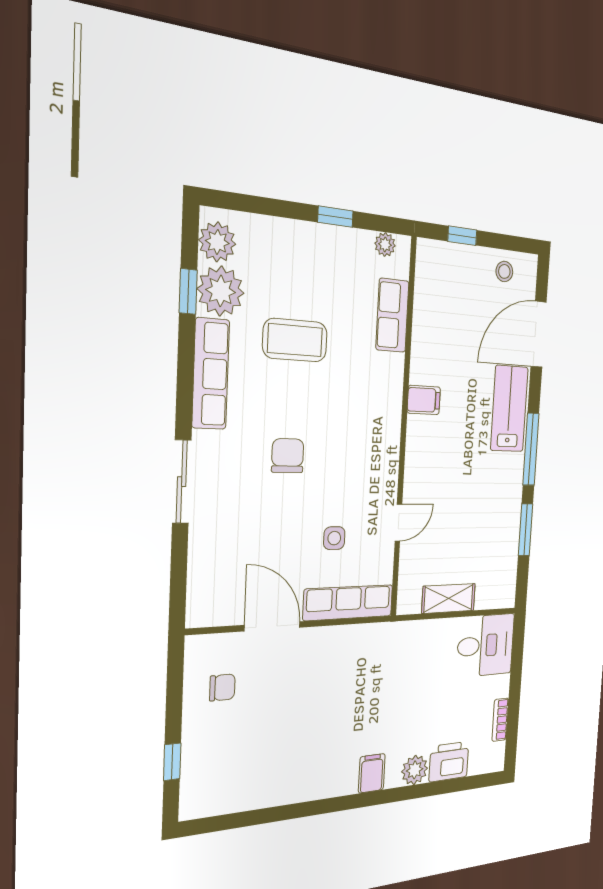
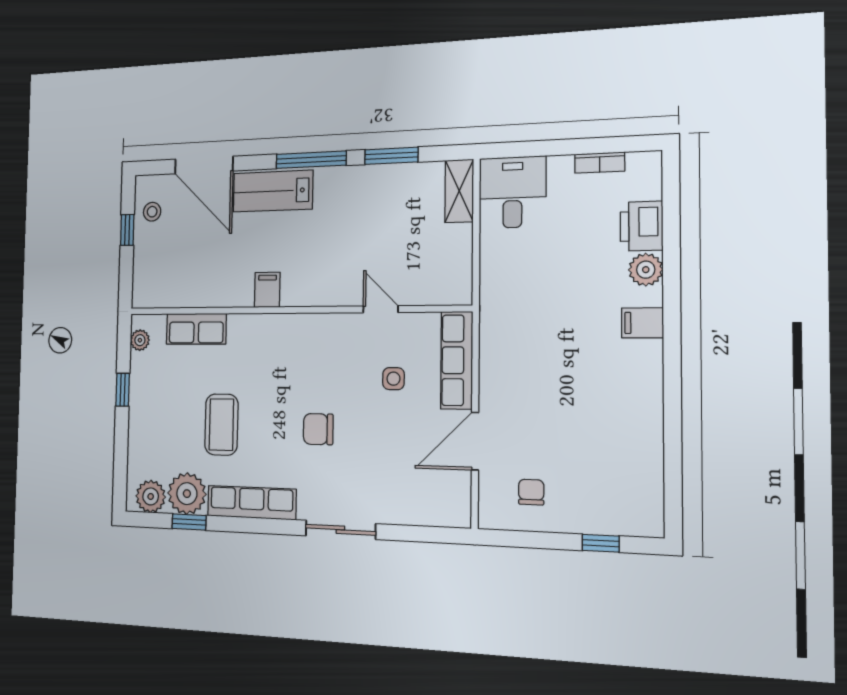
window: (462, 236) -> (127, 230), moved
shelving: (449, 598) -> (459, 191), moved

